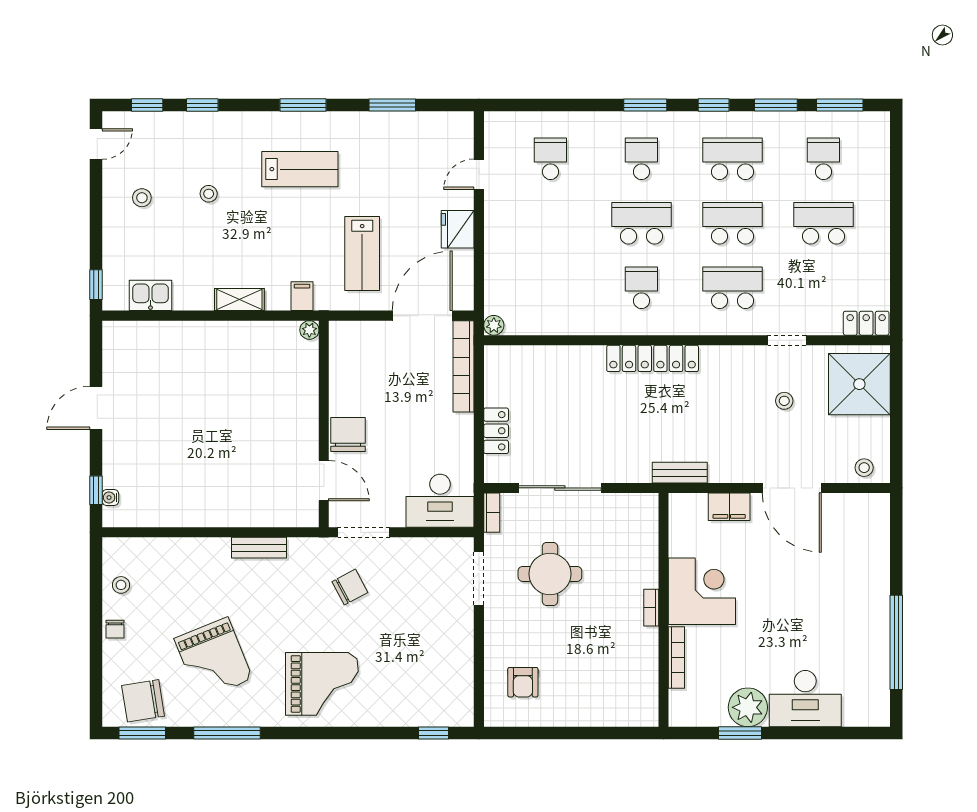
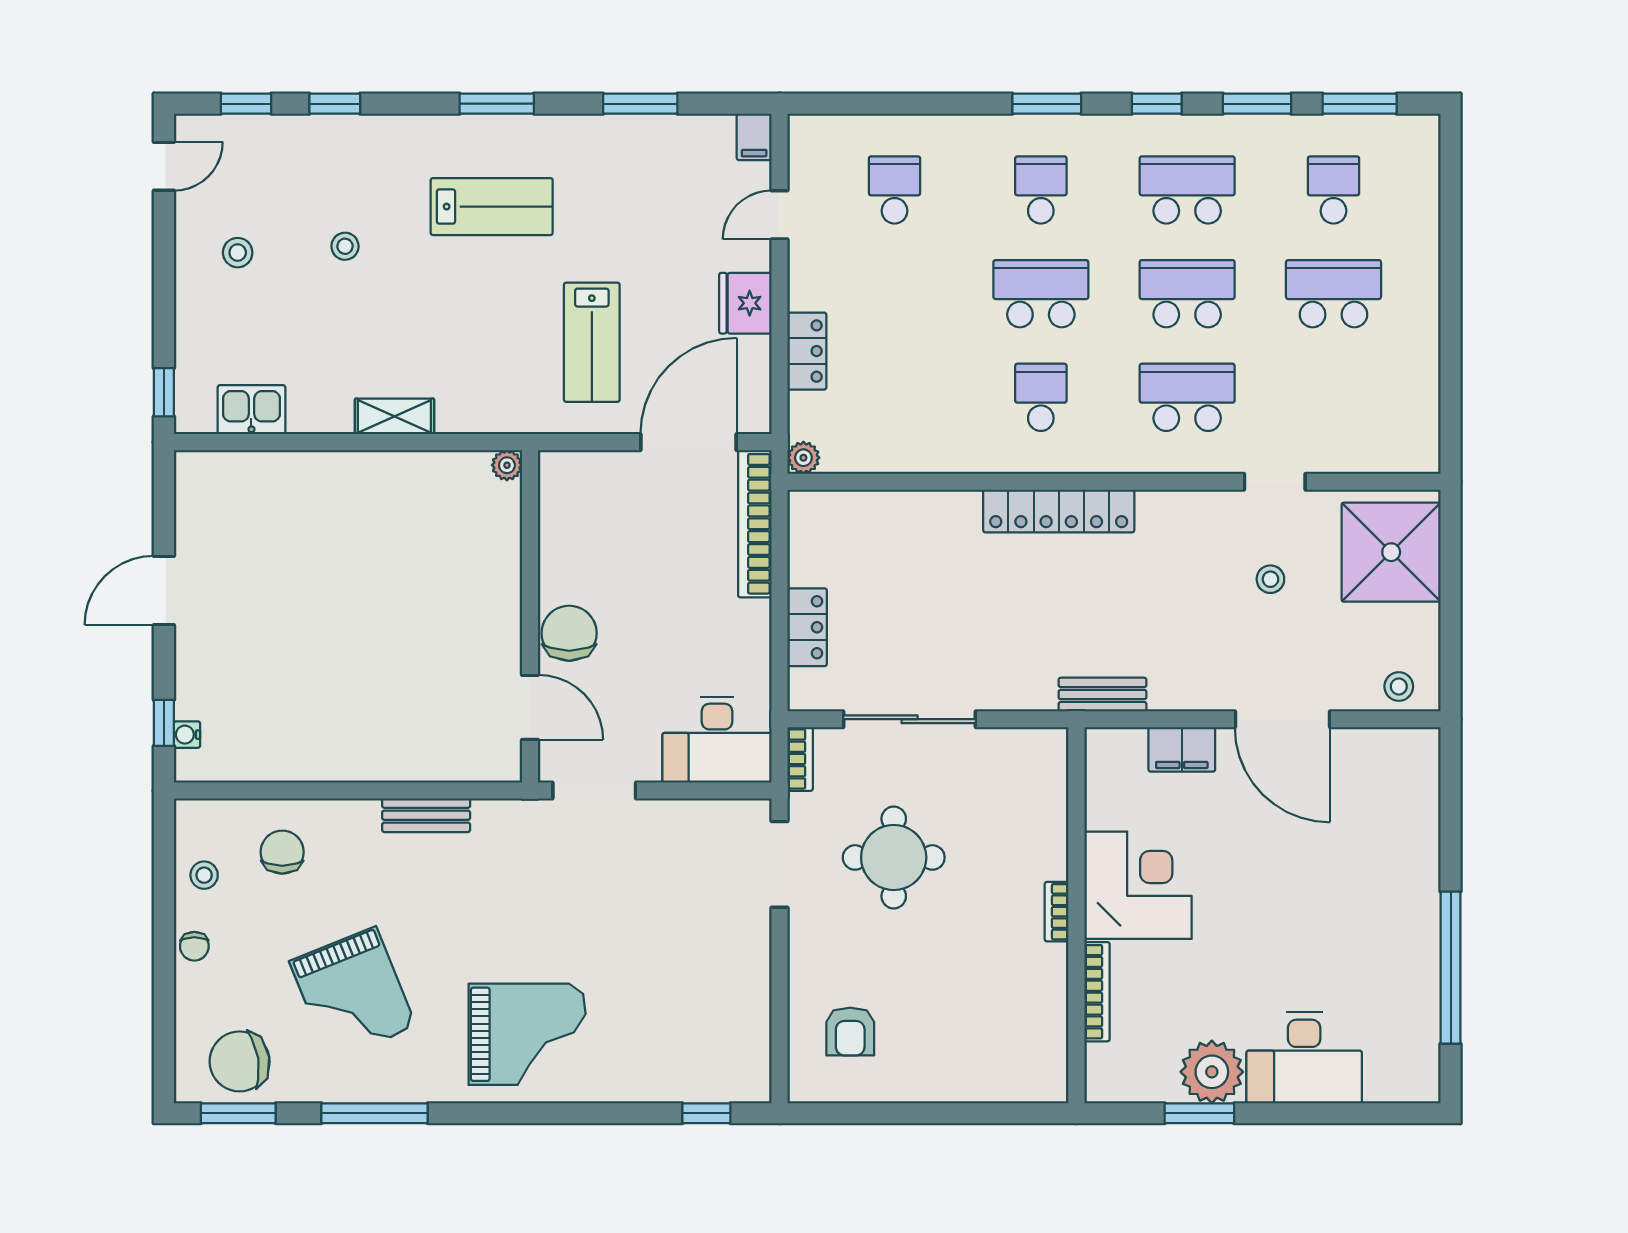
filing cabinet: (302, 296) -> (754, 137), moved, turned 180
locker: (866, 323) -> (807, 351), moved, turned 90
chair: (350, 587) -> (282, 852), moved, turned -62

